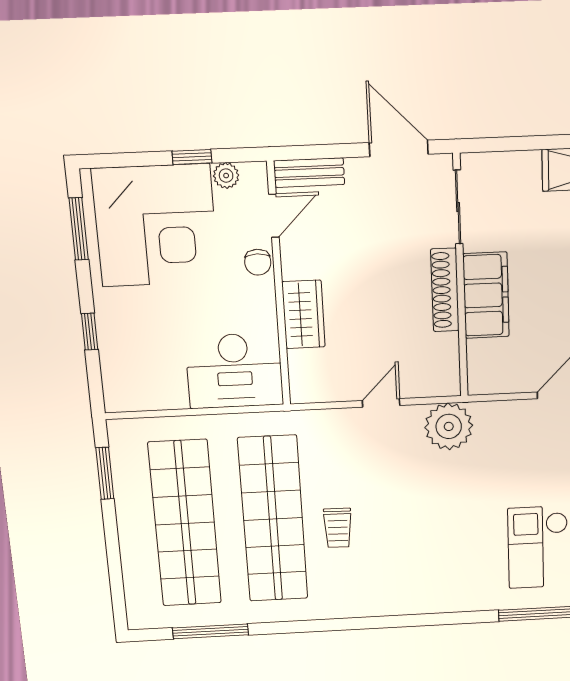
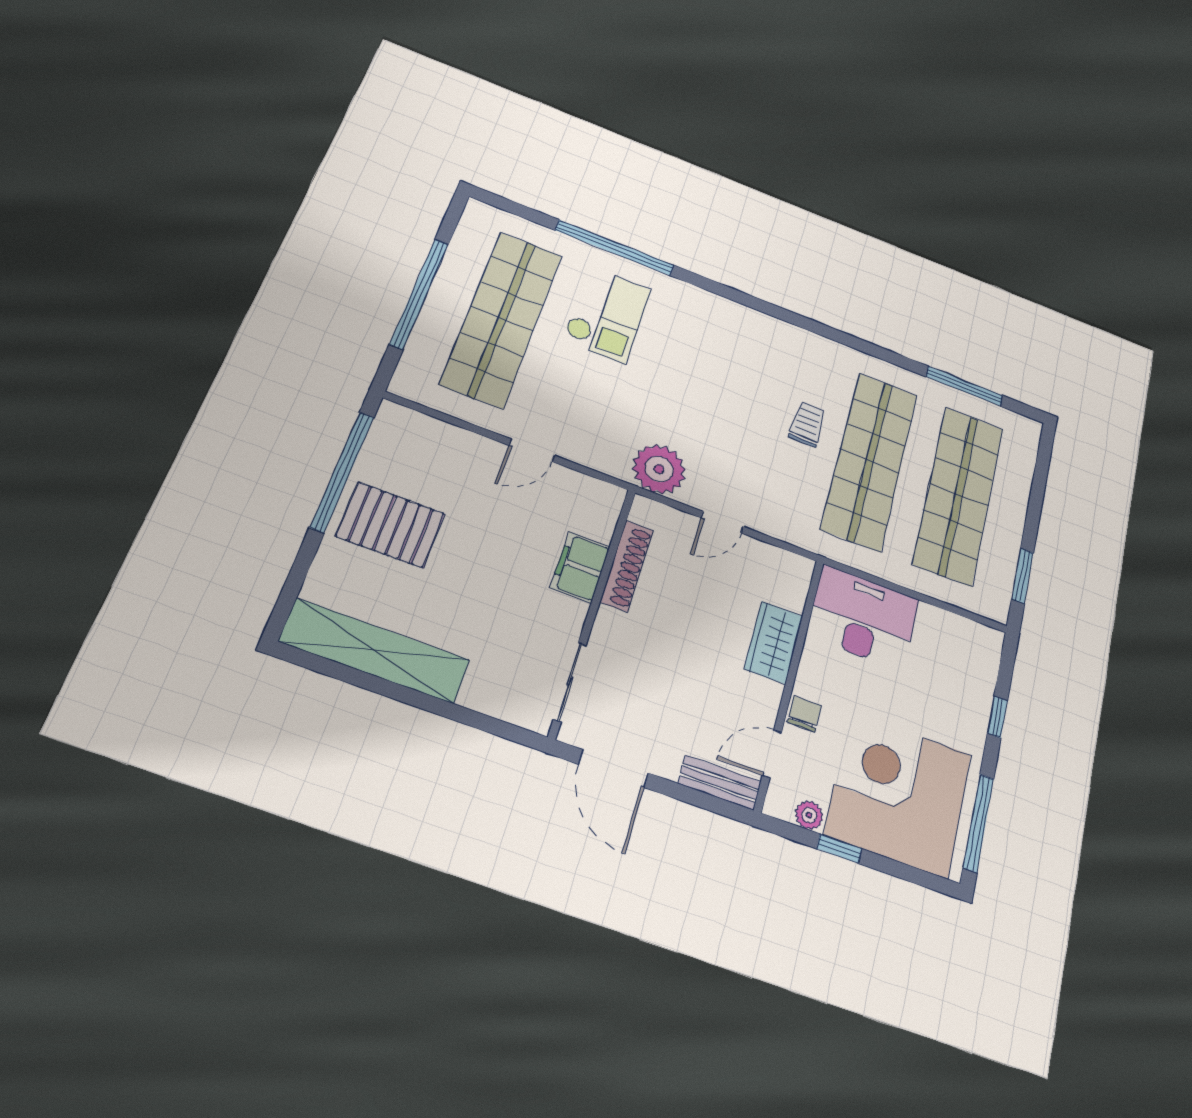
window: (79, 229) -> (978, 823), width x1.44
shoe rack: (445, 290) -> (627, 566), moved
filing cabinet: (486, 295) -> (580, 567), width x0.67, depth x0.86

